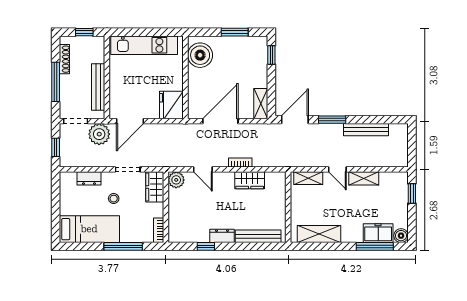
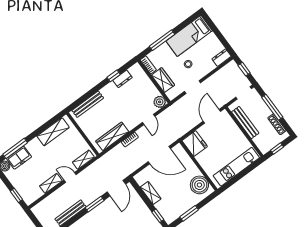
shelving: (261, 104) -> (151, 193), moved
door: (220, 121) -> (159, 155), hinge flipped
plant: (99, 134) -> (224, 95), removed
door: (203, 169) -> (149, 119), swing flipped
dresser: (89, 178) -> (222, 58), moved
wardrobe: (250, 180) -> (112, 136), width x1.50
wardrobe: (155, 187) -> (163, 80), moved
dresser: (222, 236) -> (123, 79), moved

